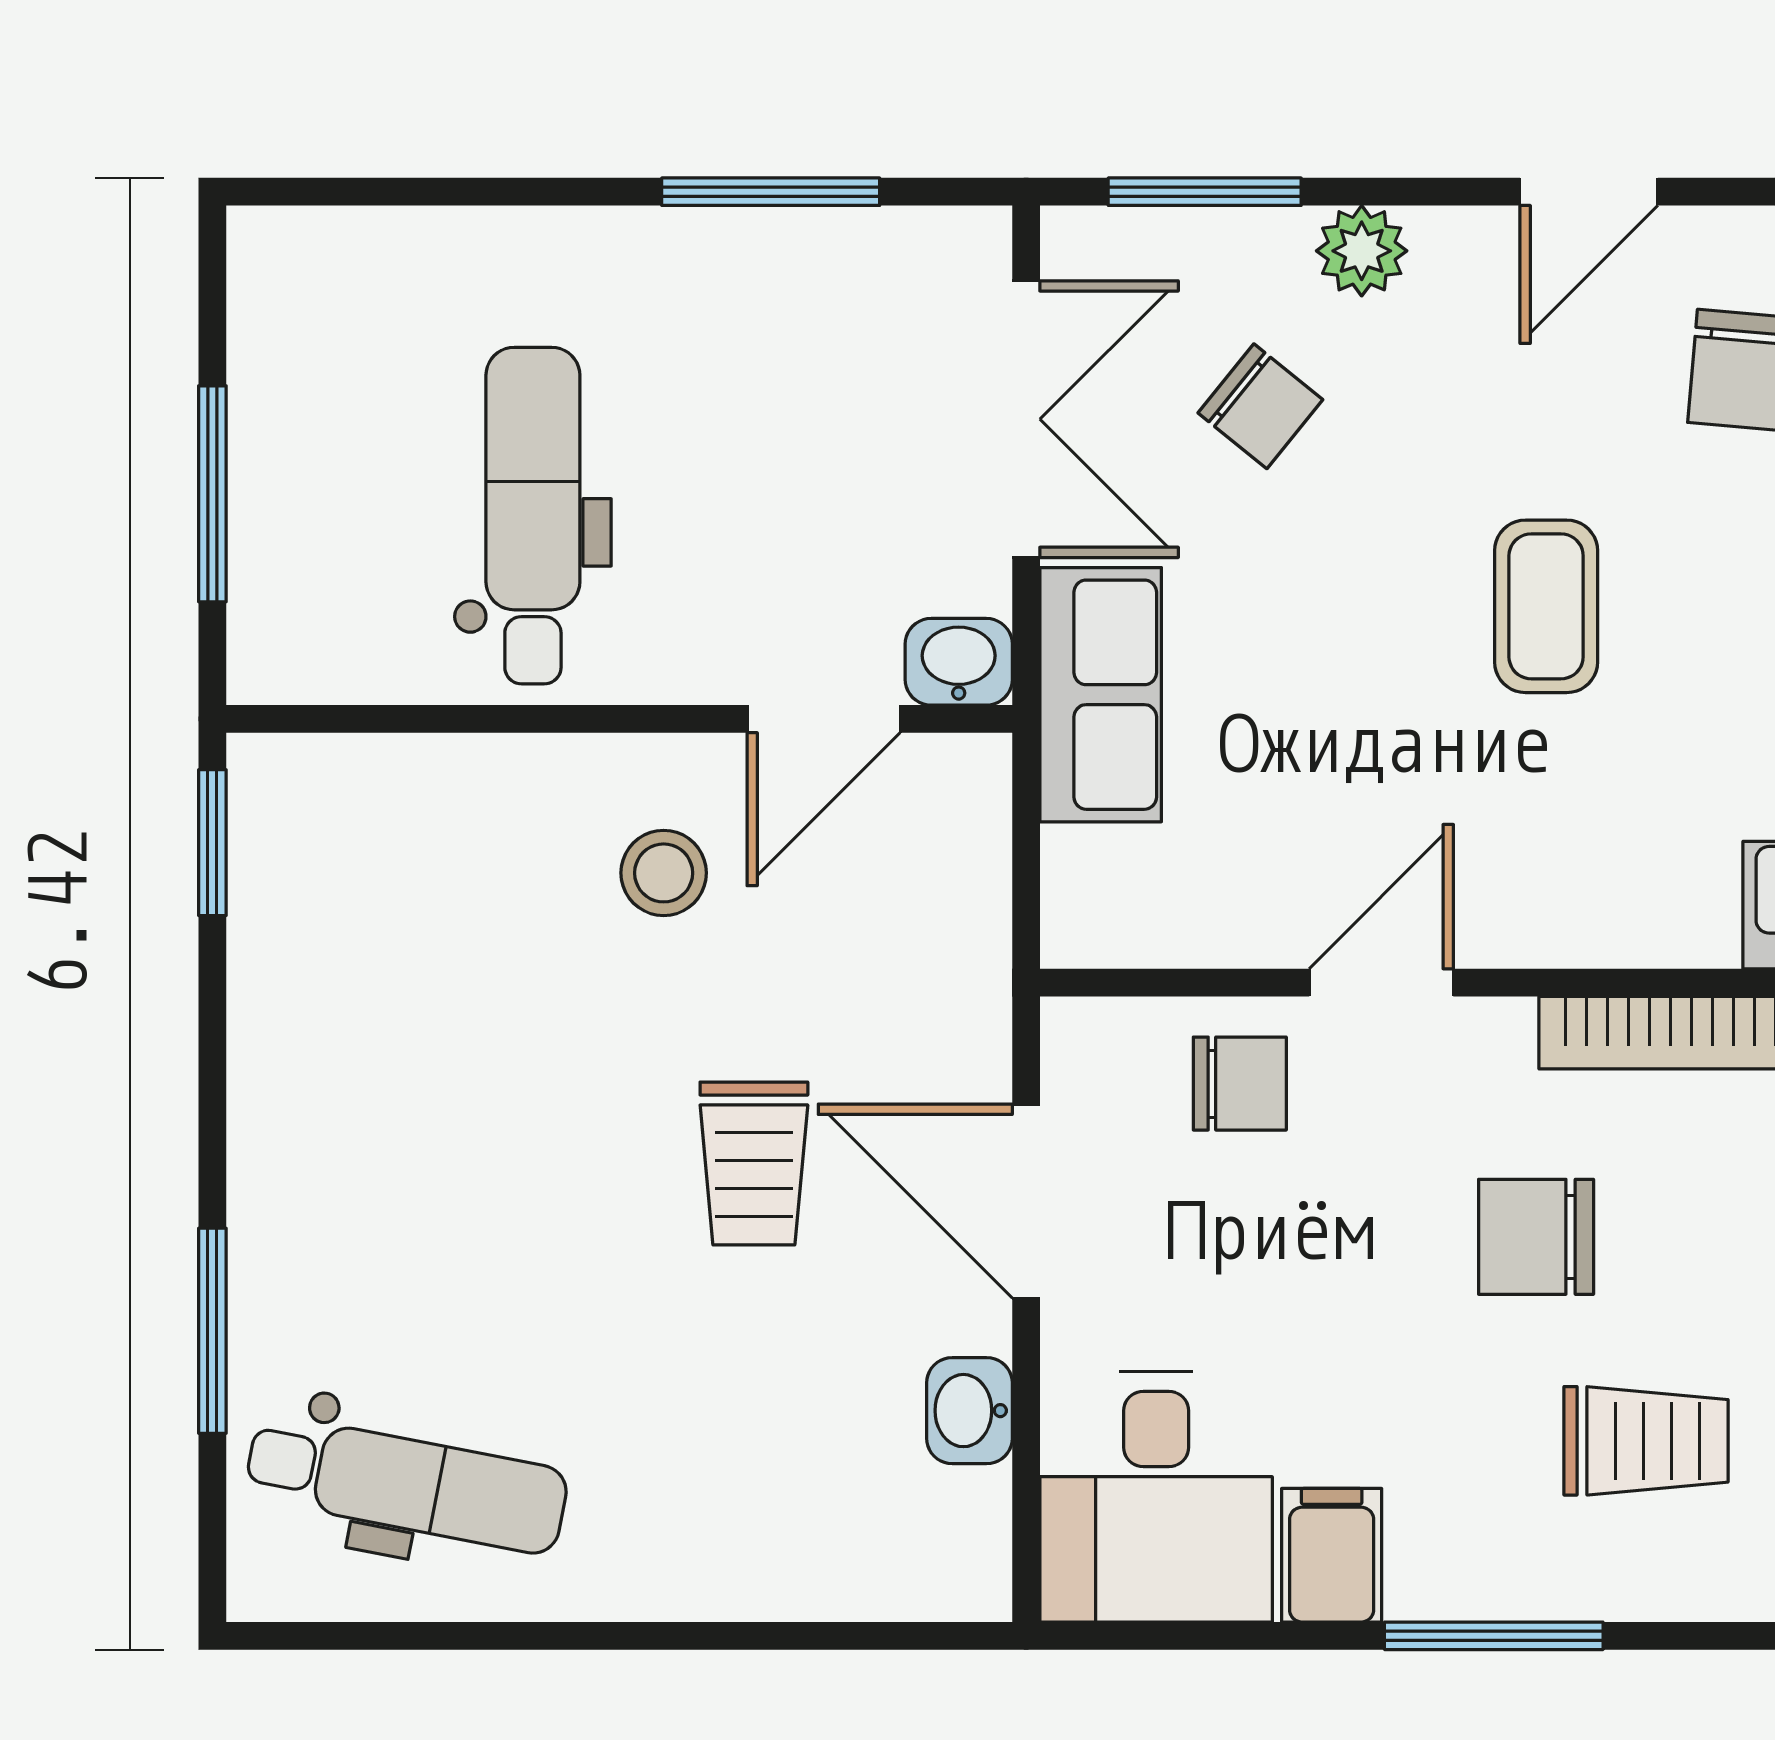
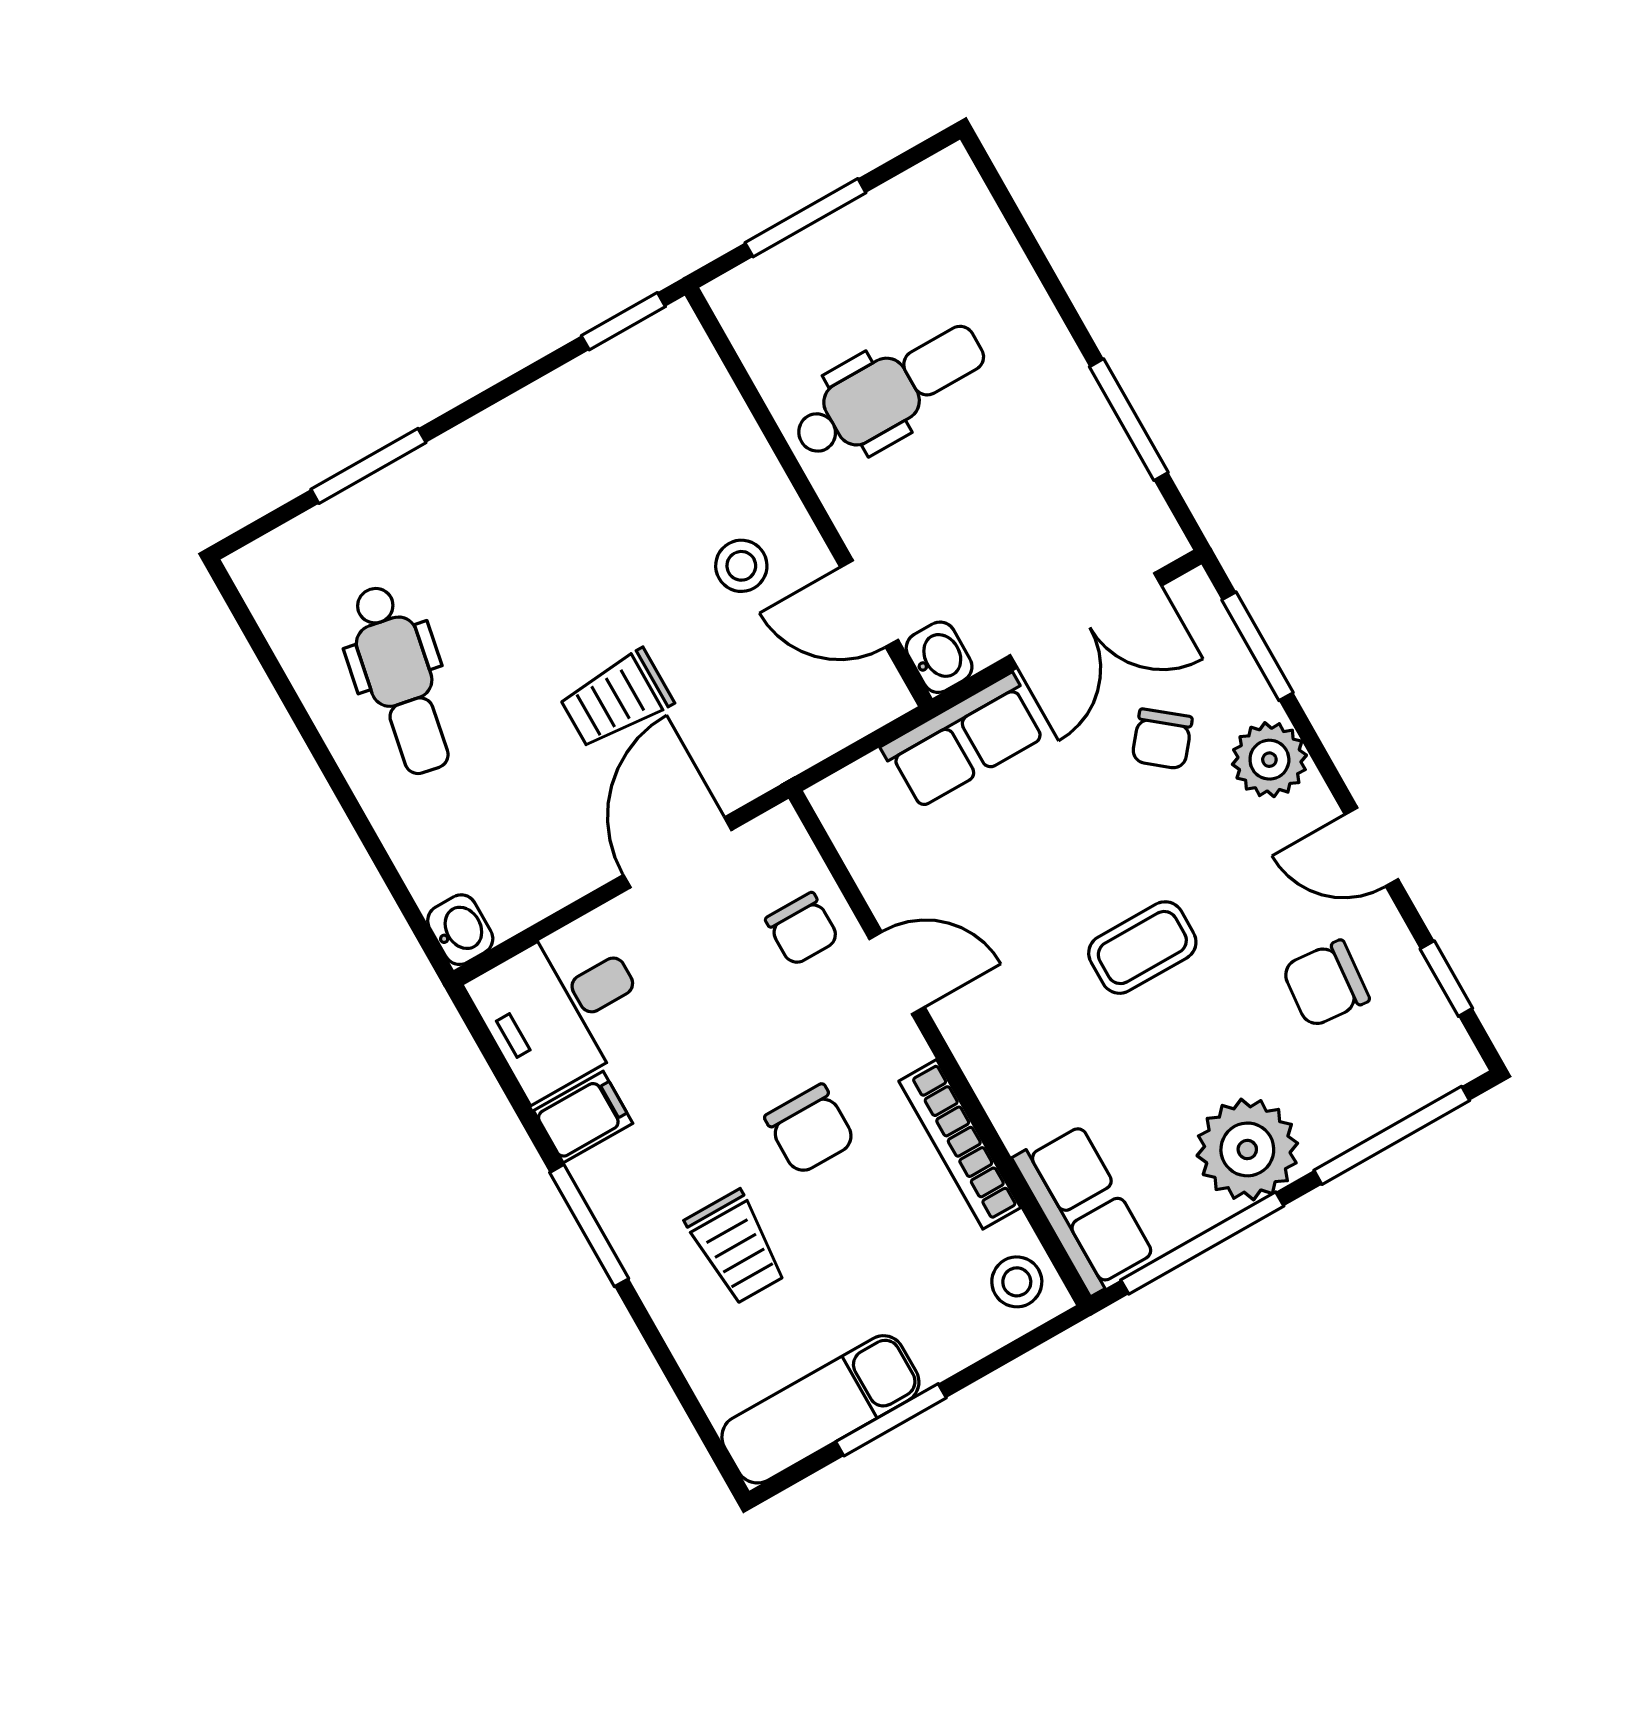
plant: (1362, 251) -> (1269, 760), width x1.38, depth x1.38
chair: (1536, 1237) -> (810, 1129), turned 180
washbasin: (969, 1411) -> (460, 930), moved, turned 90
dental chair: (406, 1484) -> (400, 680), moved

